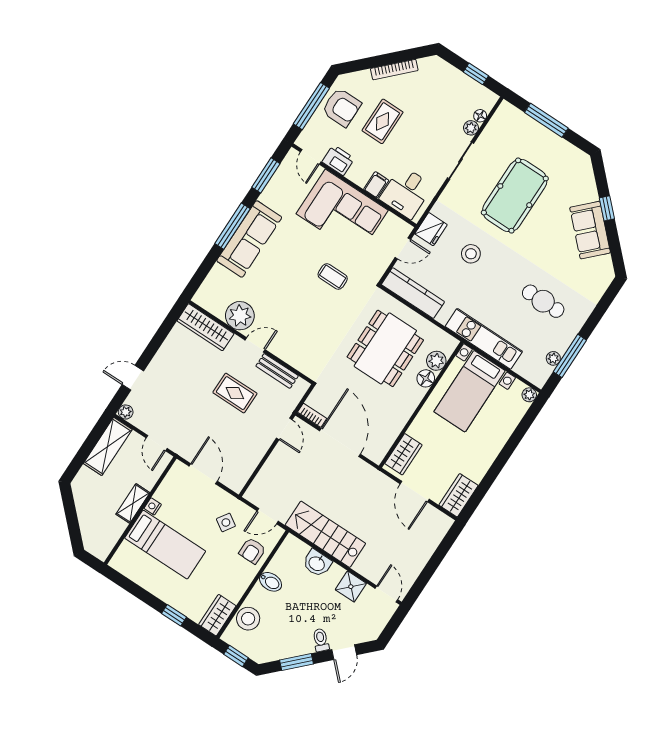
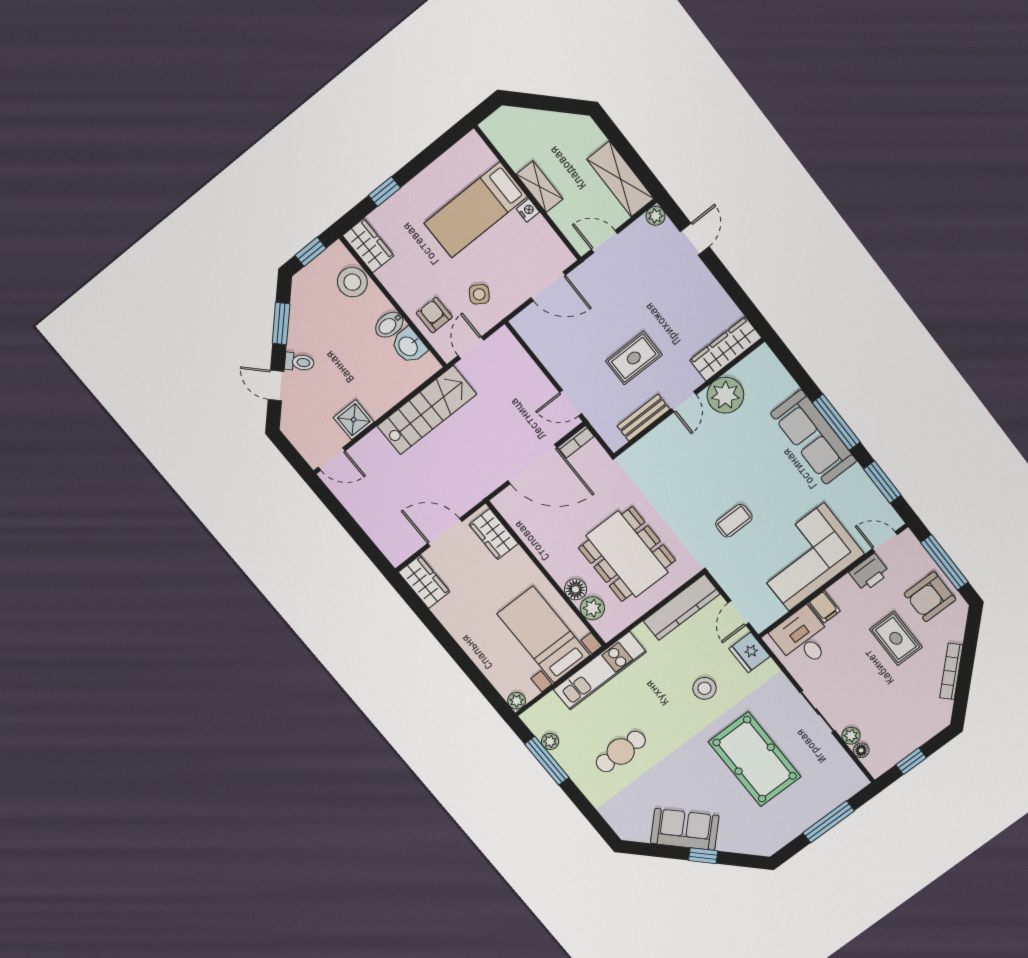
washbasin: (317, 563) -> (409, 346), moved, turned -90

